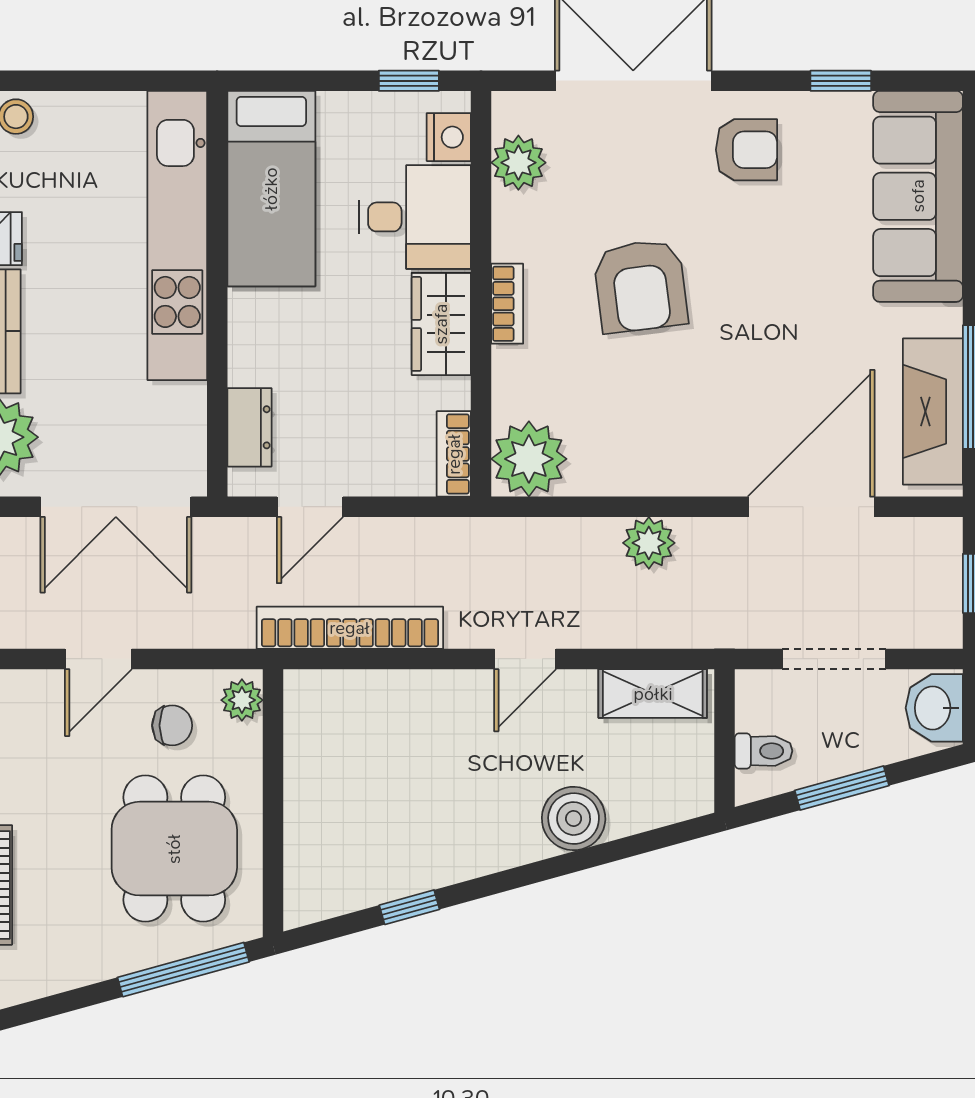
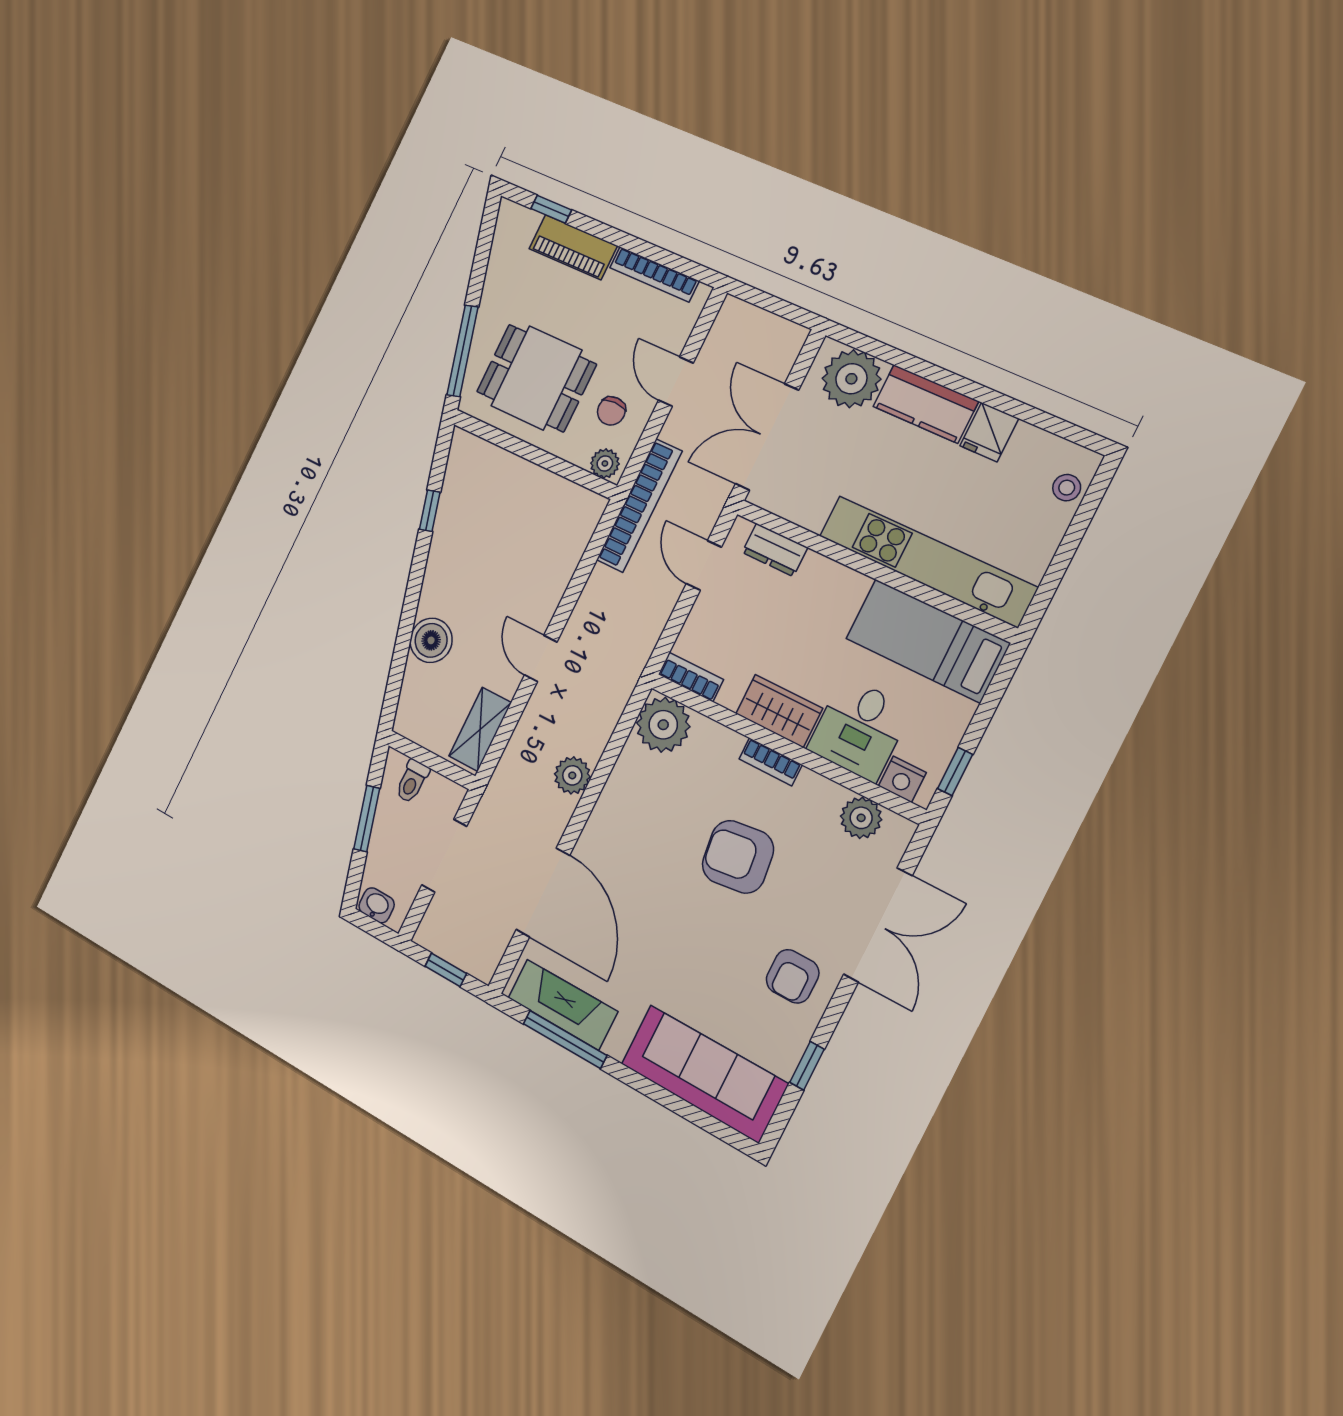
bookcase: (350, 628) -> (639, 506), moved
washbasin: (934, 708) -> (377, 905), width x0.72, depth x0.69

